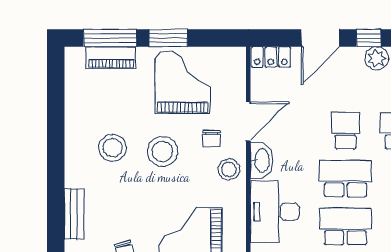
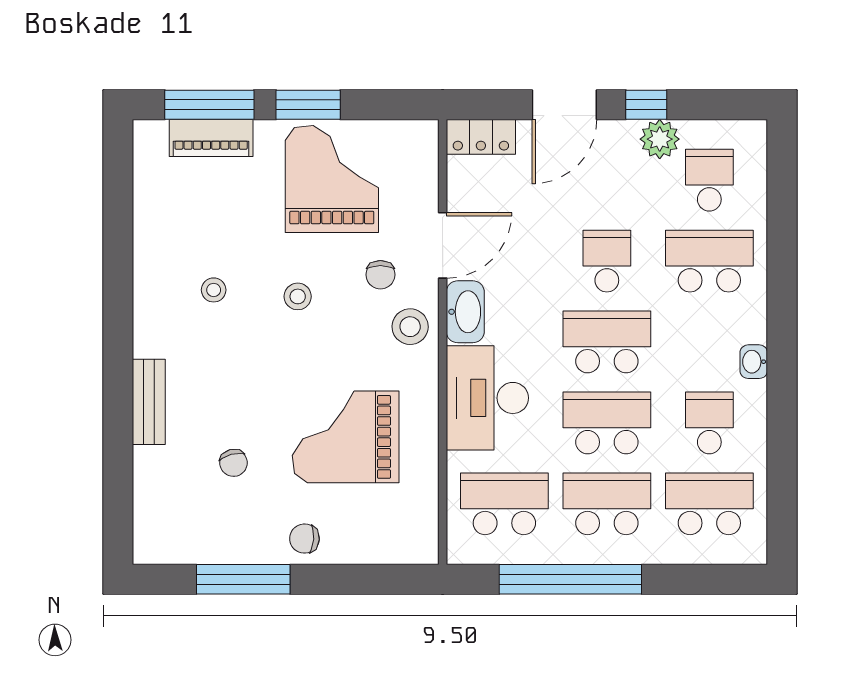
stool: (113, 148) -> (214, 290), width x0.53, depth x0.53
stool: (162, 152) -> (298, 296), width x0.53, depth x0.53

